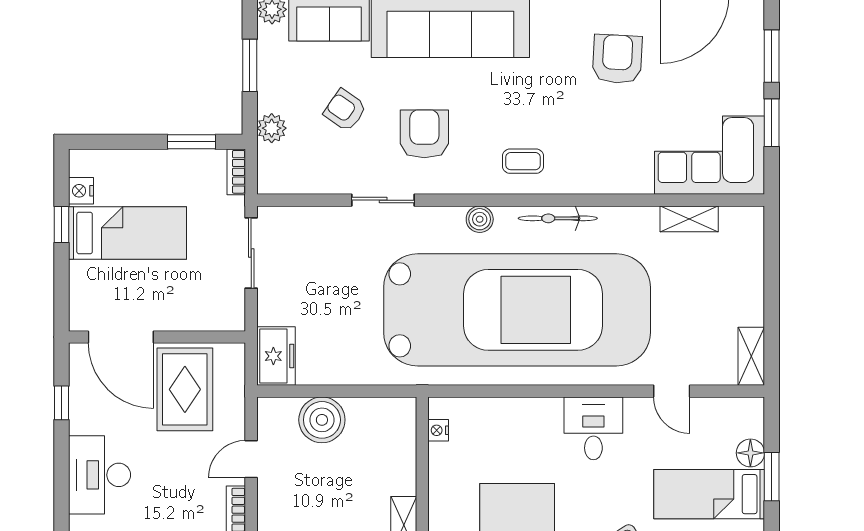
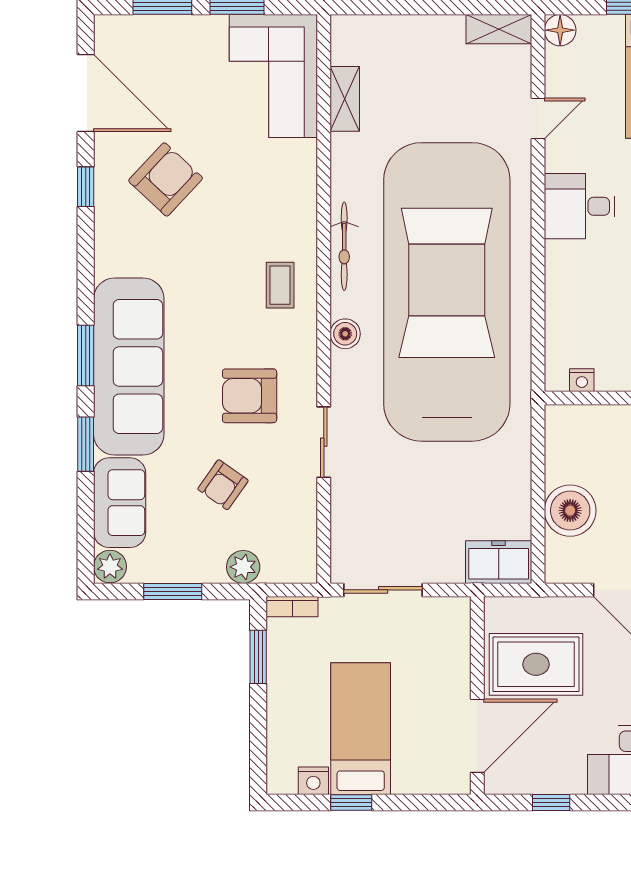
armchair: (617, 59) -> (166, 179), turned 130
floor lamp: (750, 453) -> (560, 30), moved

